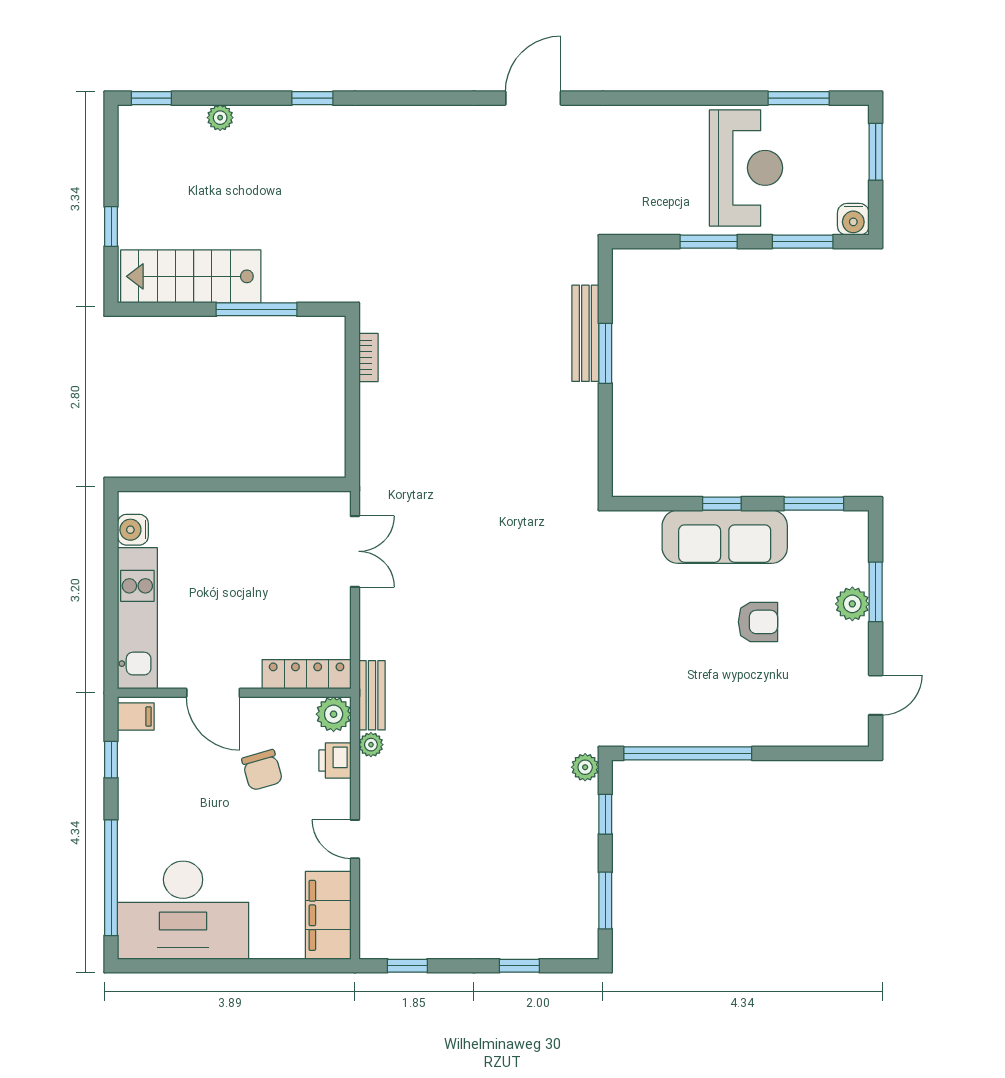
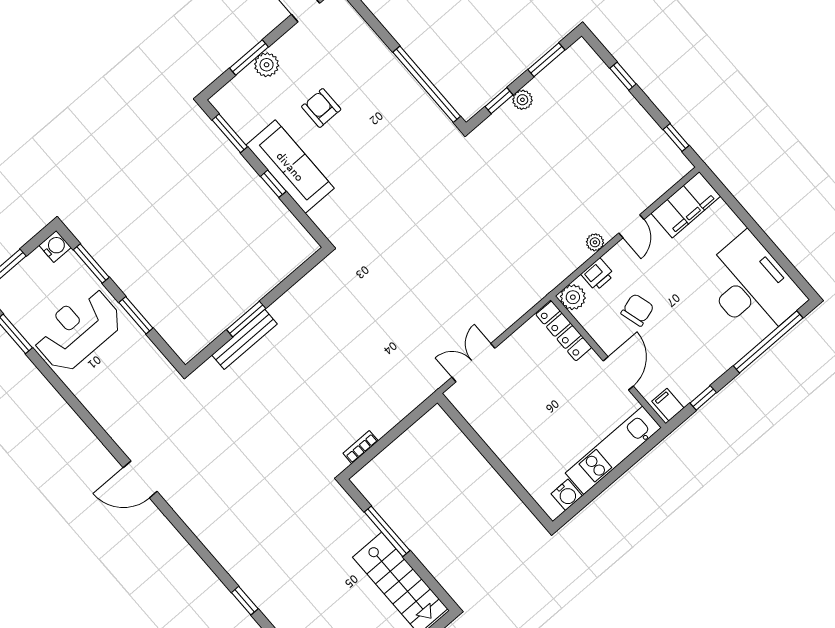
bench: (372, 695) -> (544, 285), removed
plant: (371, 745) -> (595, 242), moved
plant: (585, 767) -> (522, 100), moved

